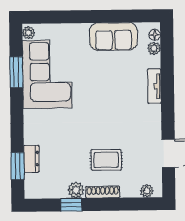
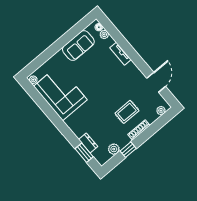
window: (16, 72) -> (44, 105), removed
plant: (76, 190) -> (114, 149), moved

